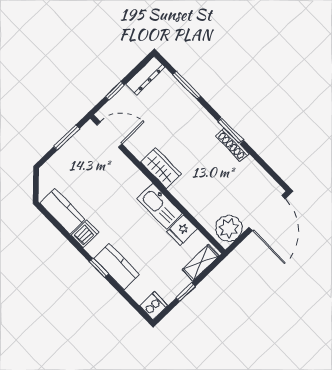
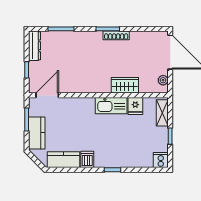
wardrobe: (161, 168) -> (125, 85), moved
plant: (229, 228) -> (163, 80), width x0.53, depth x0.53
kitchen counter: (117, 267) -> (37, 133), moved, turned 90

